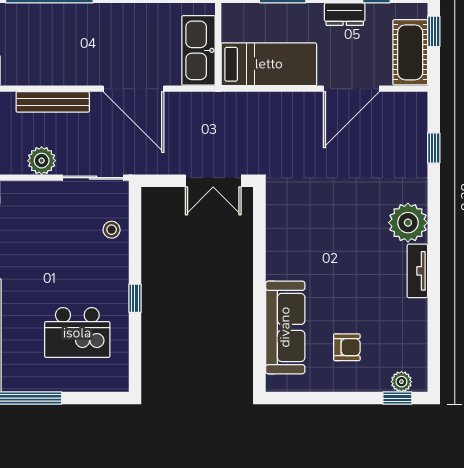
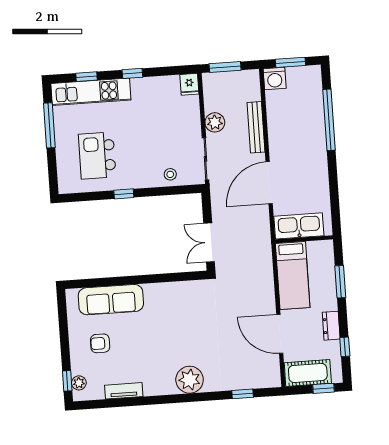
tv unit: (417, 271) -> (124, 391), moved
armchair: (347, 347) -> (100, 343), turned 90

